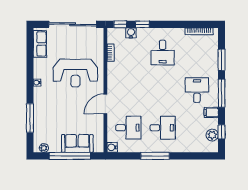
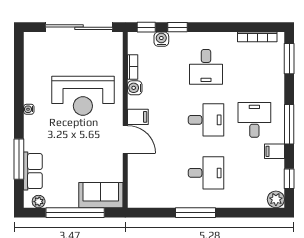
row of seats: (40, 44) -> (33, 171), moved
window: (222, 60) -> (289, 59), moved
filing cabinet: (114, 88) -> (138, 117), added
door: (105, 104) -> (125, 139), swing flipped
desk: (128, 128) -> (206, 120), moved
plant: (212, 135) -> (276, 199), moved
sofa: (77, 143) -> (101, 195), moved
water cooler: (112, 147) -> (135, 88), moved

